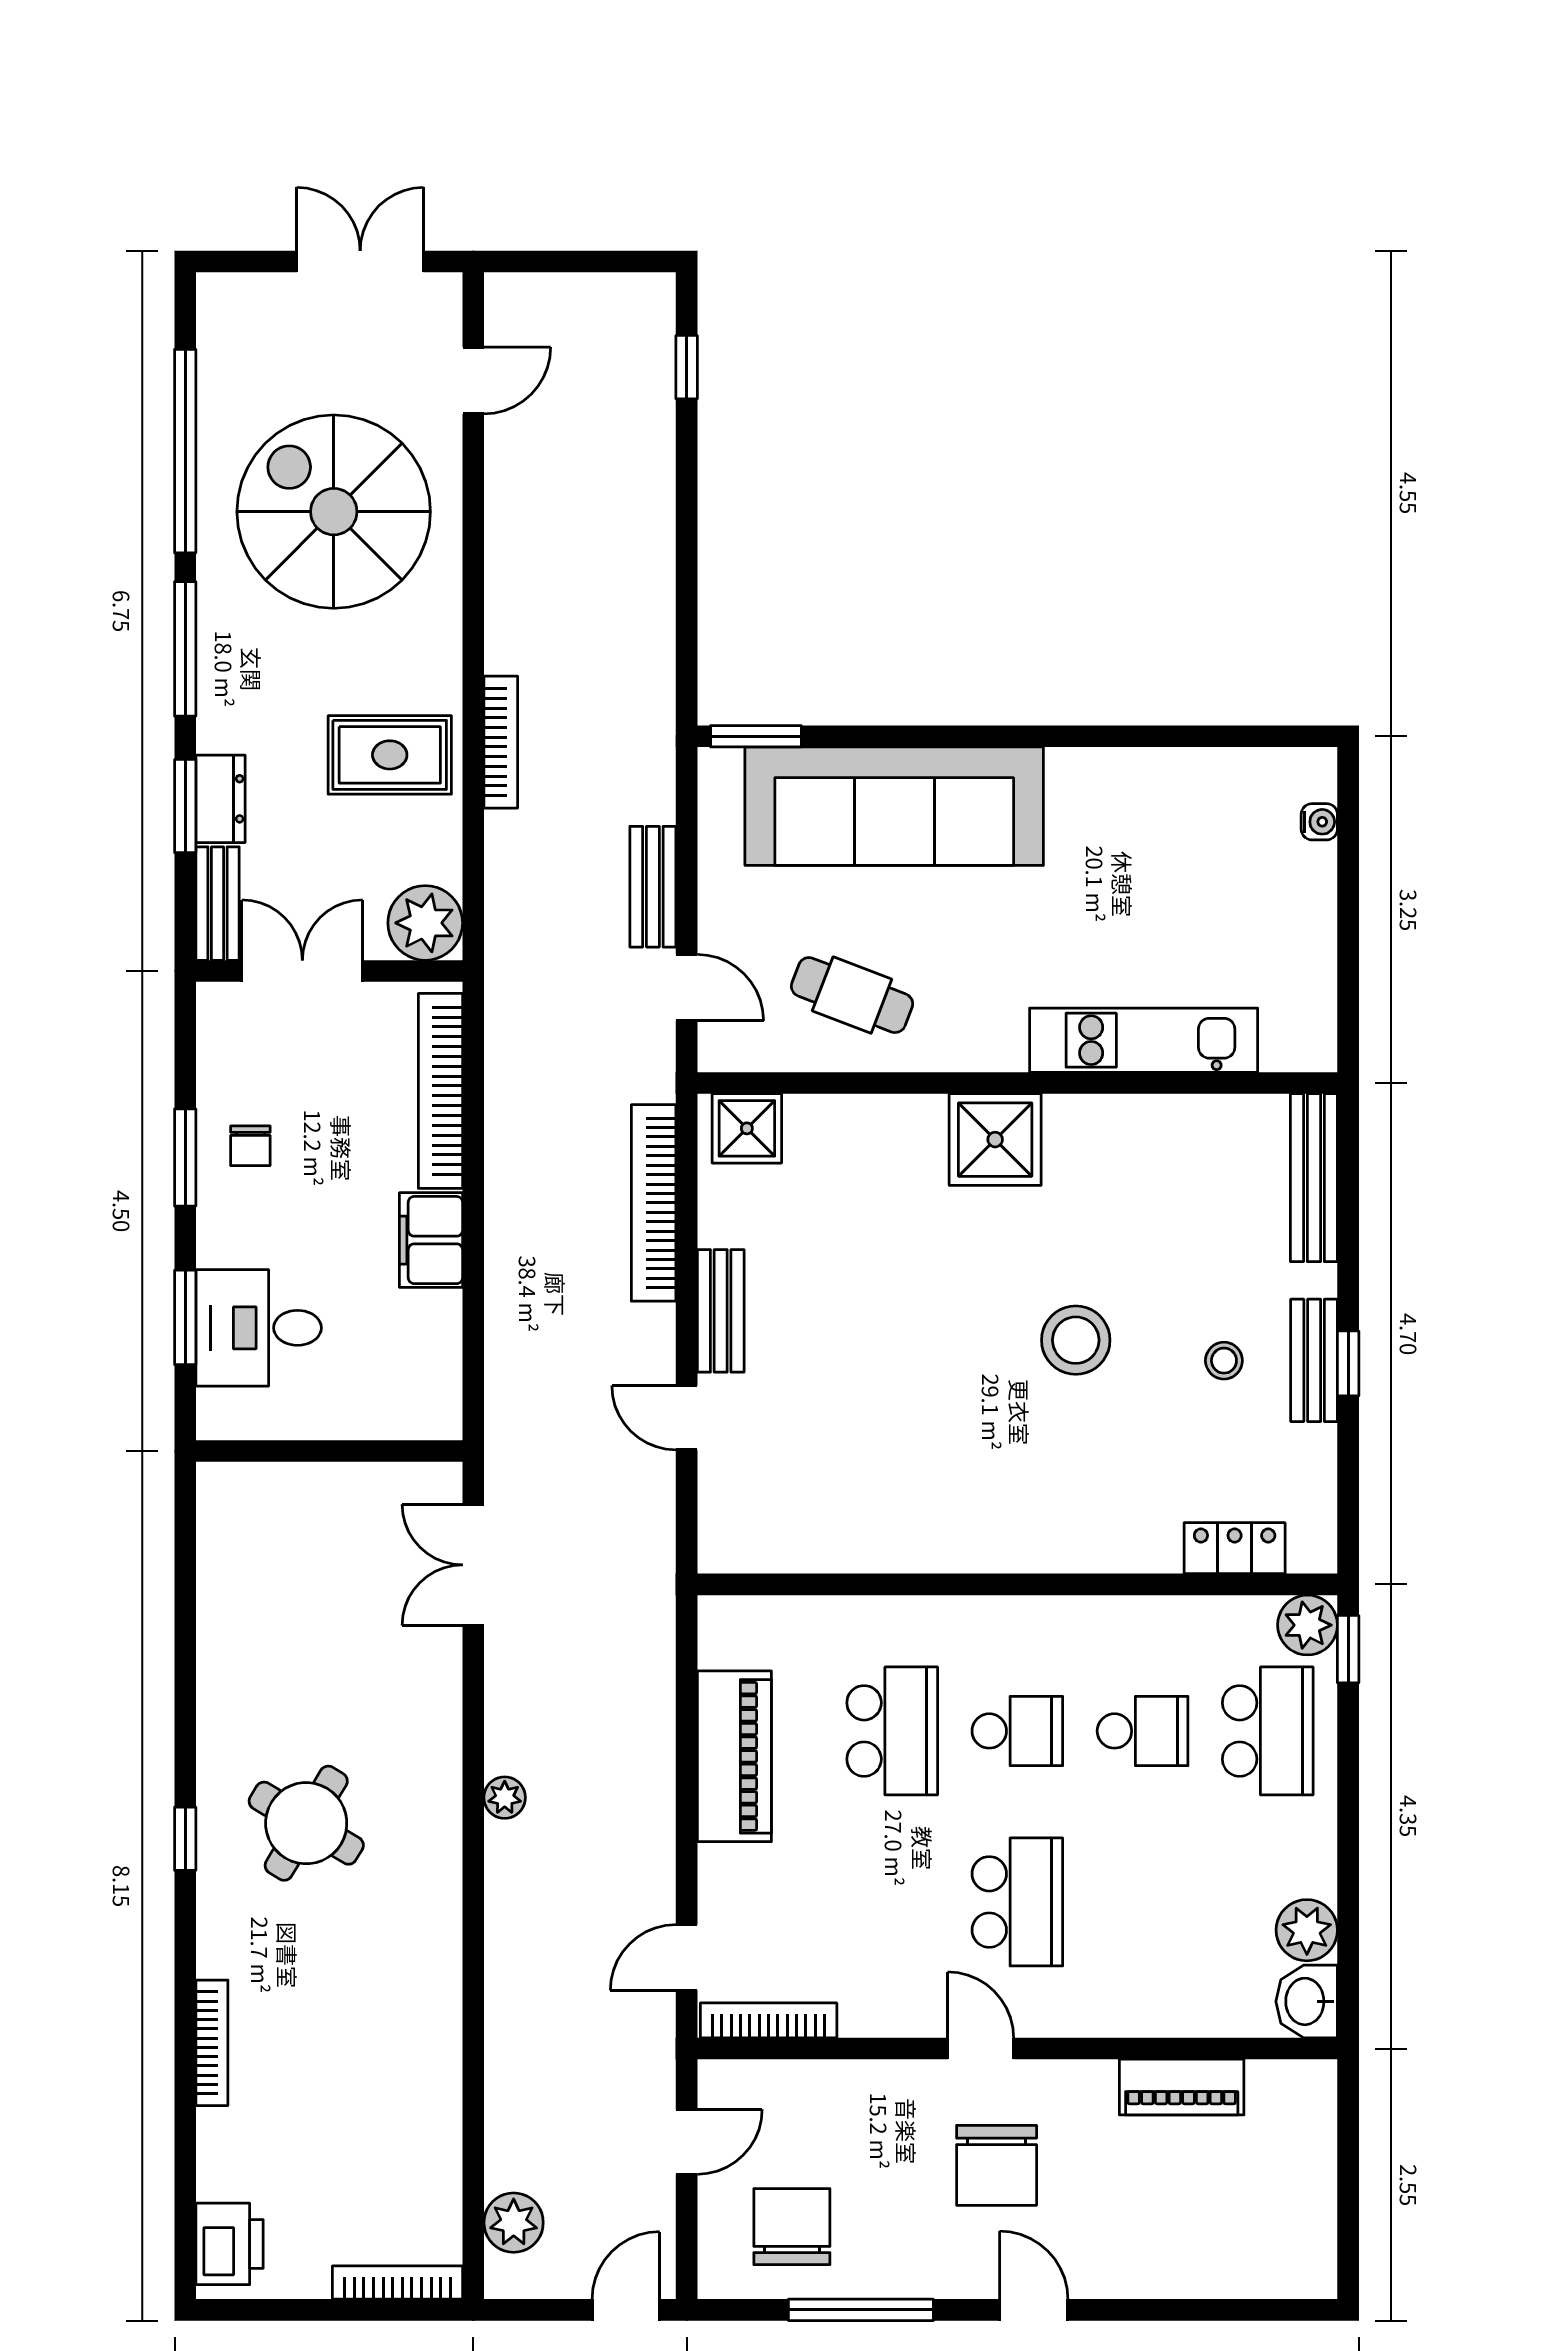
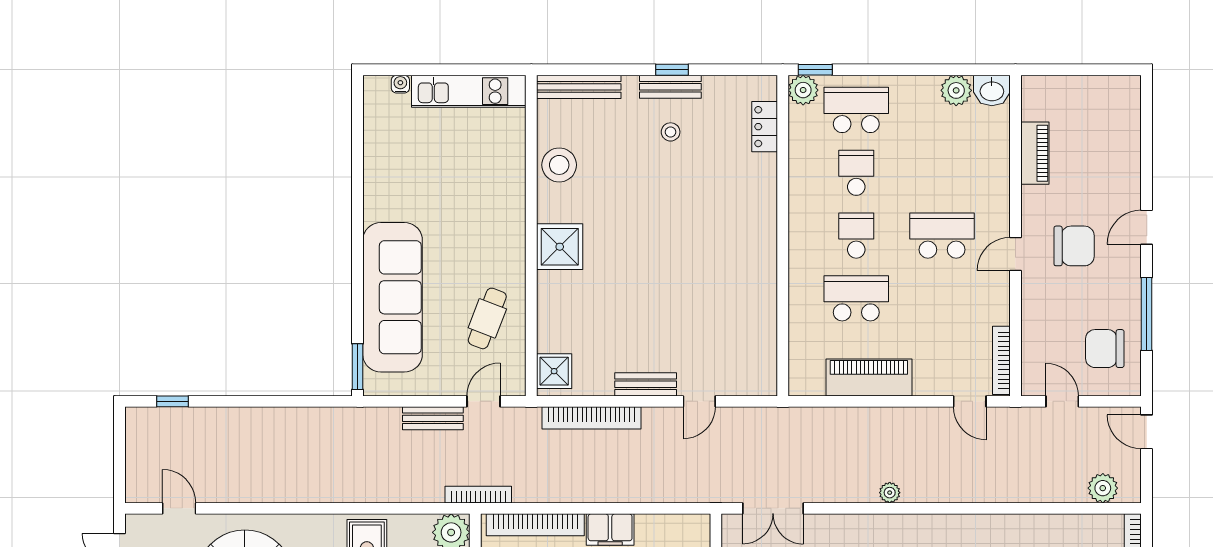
bookcase: (501, 742) -> (478, 495), moved
kitchen unit: (1144, 1040) -> (469, 91), moved, turned -90
stool: (1076, 1340) -> (559, 165), moved

